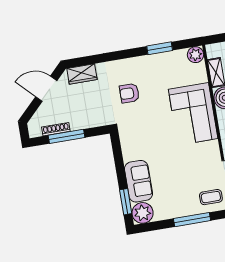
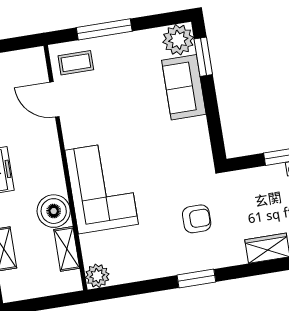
window: (160, 48) -> (196, 278), moved

